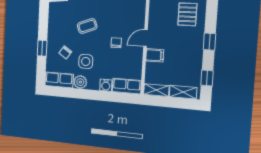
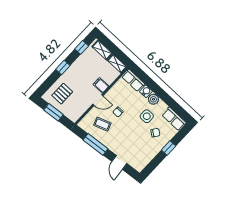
coffee table: (87, 26) -> (102, 124), moved
plant: (80, 82) -> (153, 99), moved

